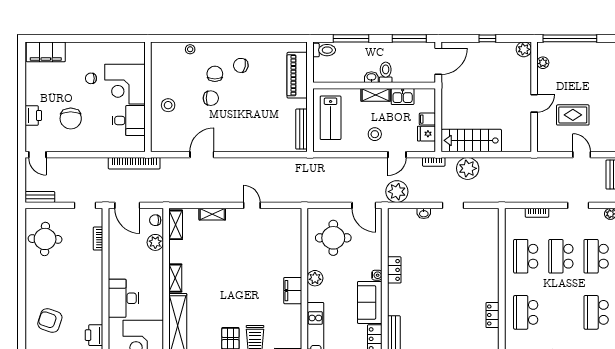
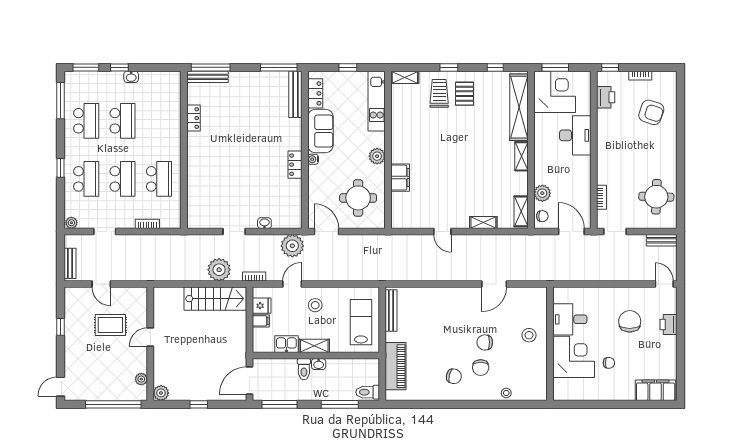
bookcase: (134, 163) -> (564, 275), removed
filing cabinet: (293, 291) -> (400, 178), moved
school desk: (526, 312) -> (123, 121), moved

